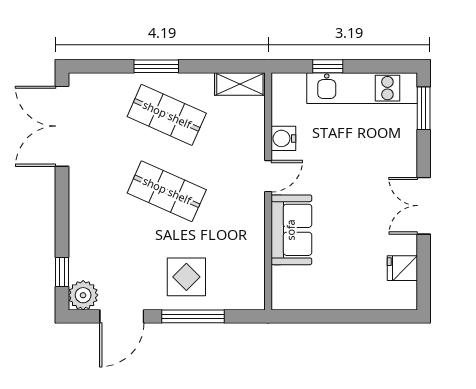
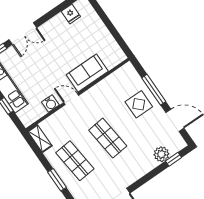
shop shelf: (167, 115) -> (75, 161), turned -30
shop shelf: (167, 191) -> (108, 138), turned -30
double door: (424, 206) -> (23, 34), moved
plant: (83, 295) -> (161, 154), moved

